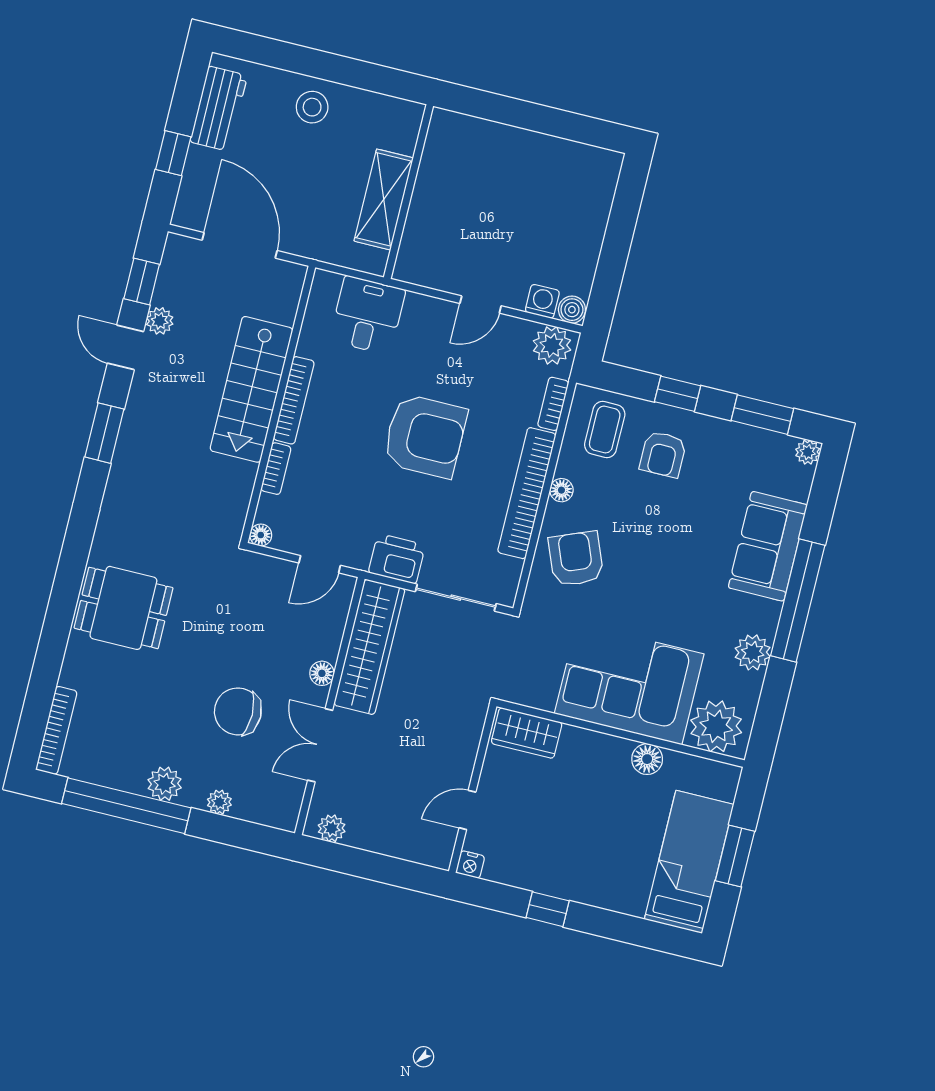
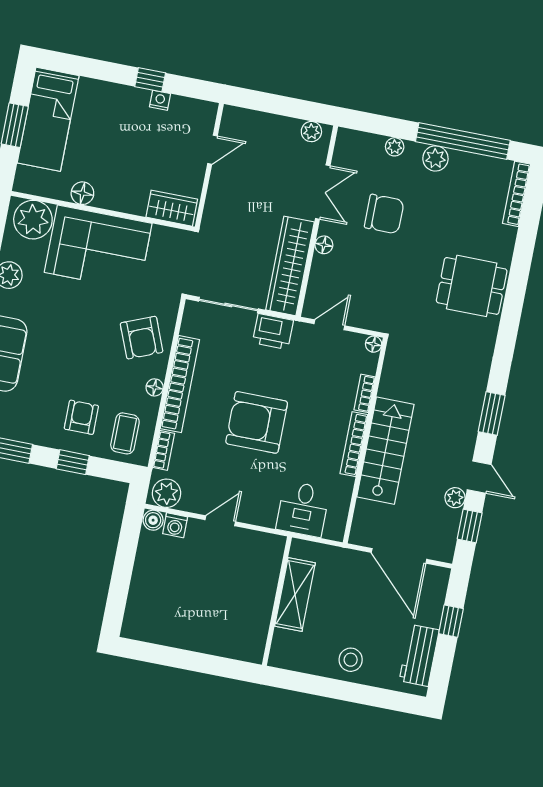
nightstand: (470, 865) -> (160, 100), moved

